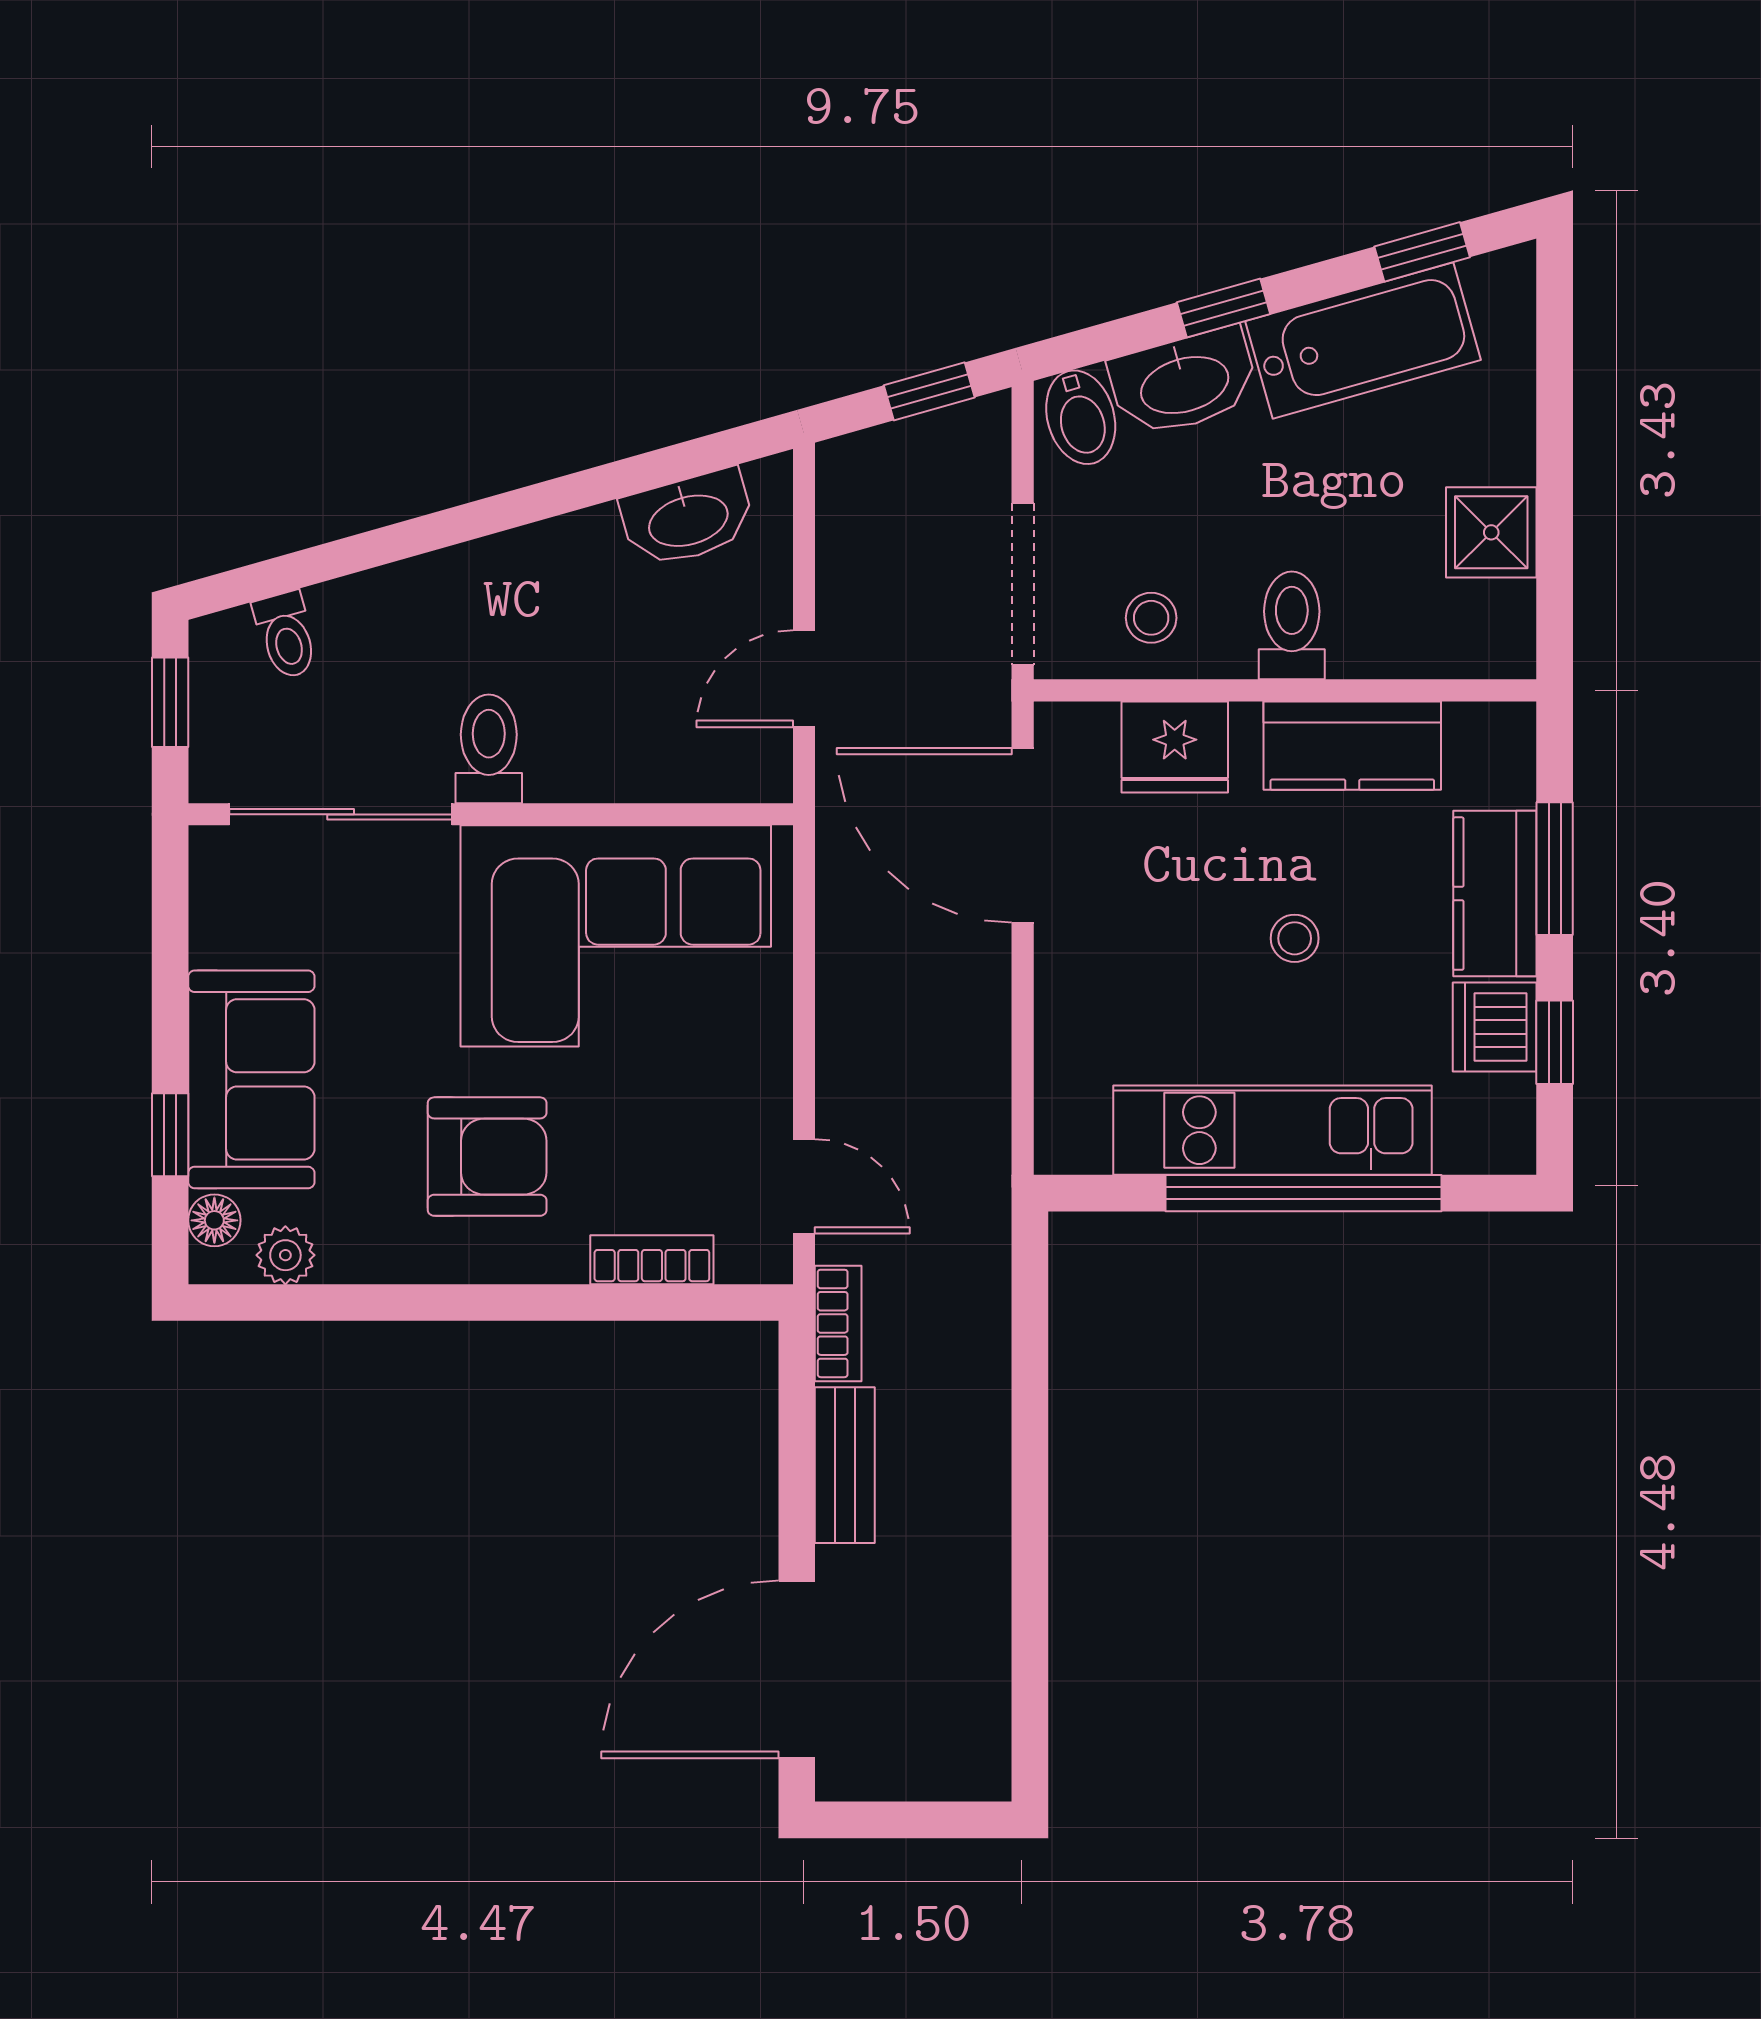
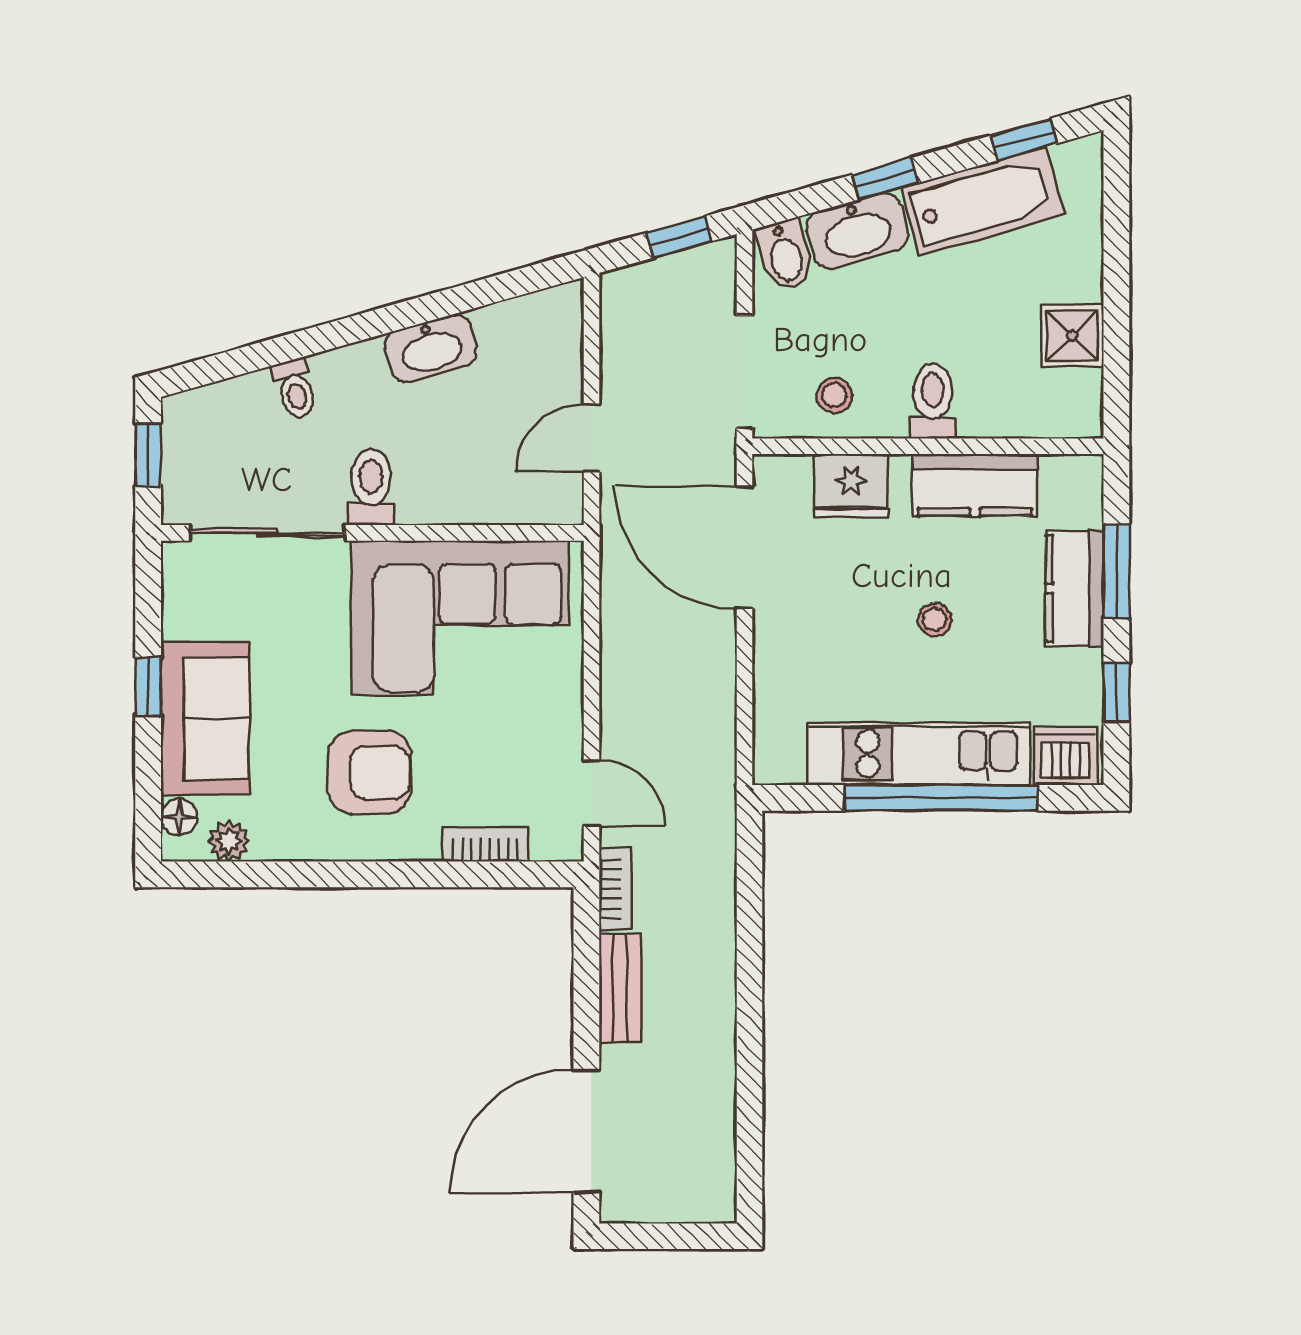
washbasin: (688, 519) -> (431, 348), moved
toilet: (286, 635) -> (295, 389), moved
dishwasher: (1495, 1027) -> (1066, 756), moved, turned 90
window: (170, 1135) -> (148, 686), moved

